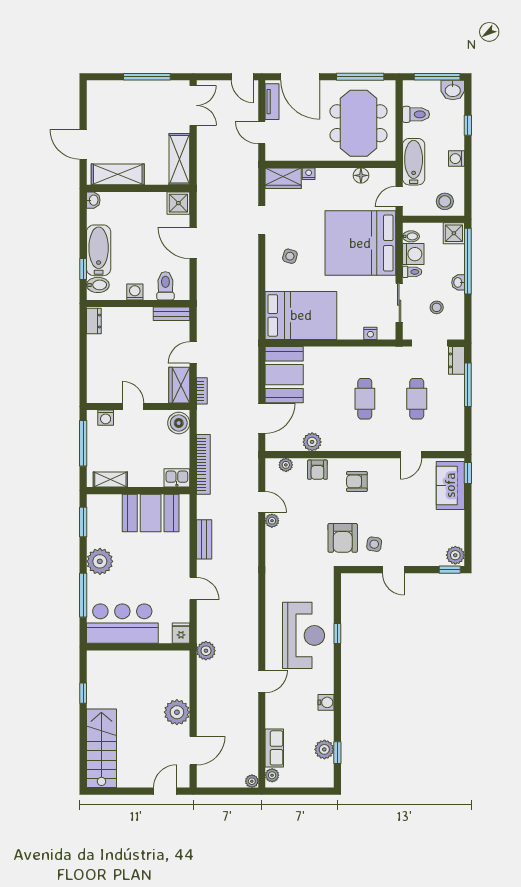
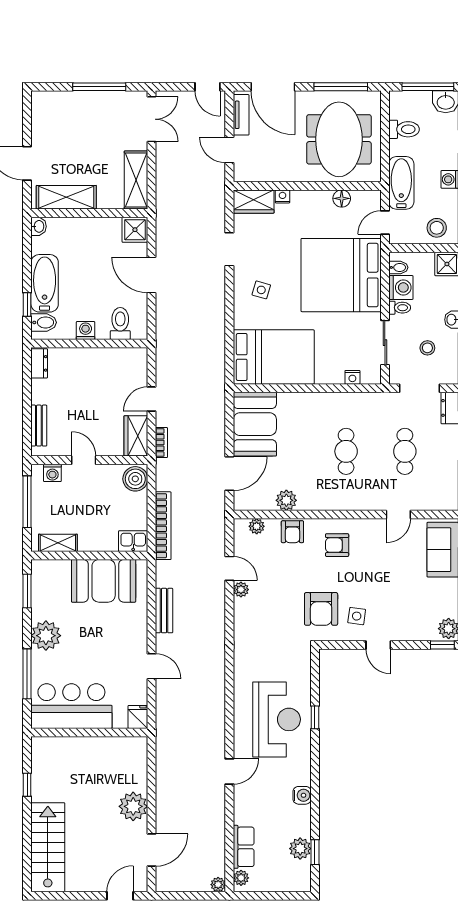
bench: (171, 314) -> (39, 426), moved, turned 90
plant: (206, 651) -> (166, 737), removed

